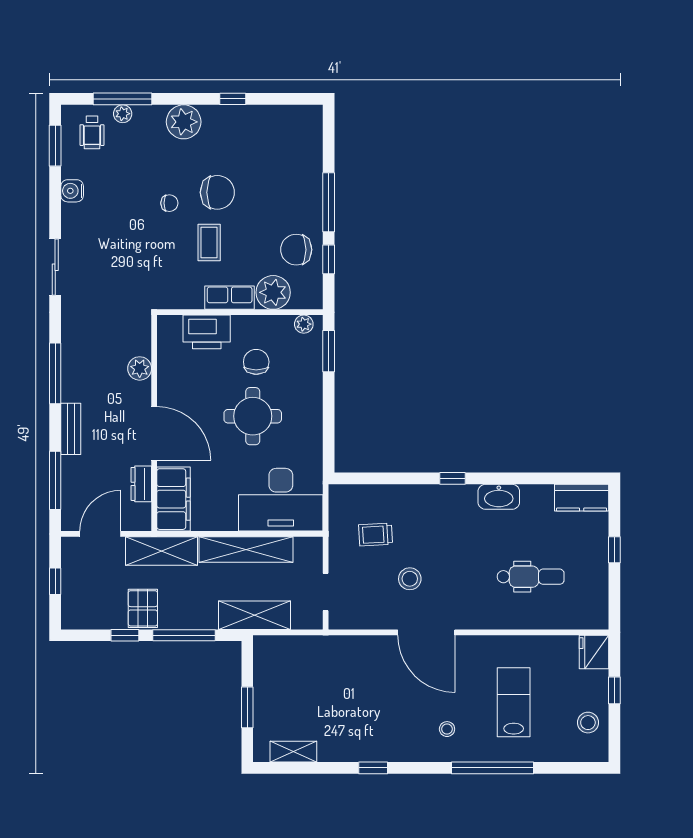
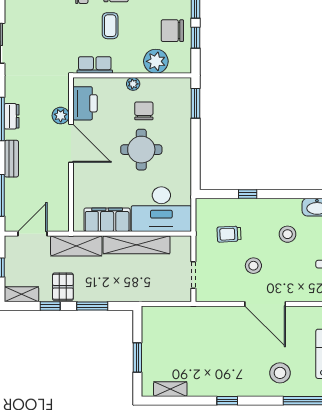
row of seats: (230, 298) -> (95, 65), moved
plant: (304, 324) -> (133, 84), moved
printer: (207, 332) -> (85, 103), moved, turned -90
door: (154, 433) -> (71, 143), moved
window: (453, 478) -> (248, 194), moved
dresser: (141, 484) -> (12, 116), moved, turned 180
filing cabinet: (174, 499) -> (107, 220), moved, turned -90
stool: (458, 535) -> (288, 234), added
shelving: (254, 615) -> (21, 294), moved, width x0.67, depth x0.75
window: (184, 635) -> (92, 306), width x0.69
stool: (447, 729) -> (280, 373), width x1.89, depth x1.89

